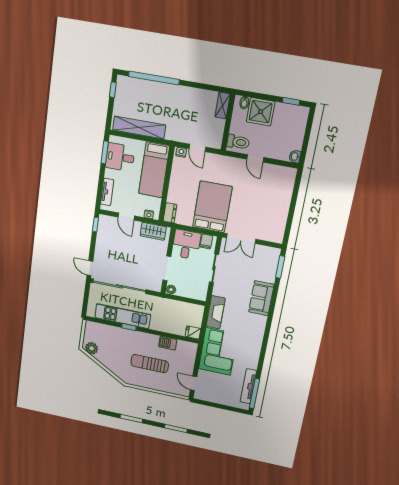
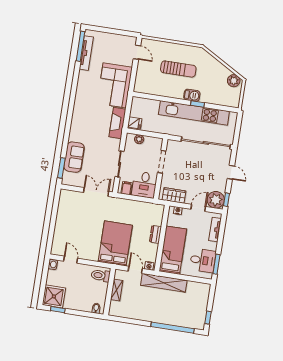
shelving: (223, 105) -> (117, 290), moved
shower: (261, 112) -> (54, 296), moved
shelving: (139, 128) -> (164, 283), moved
door: (255, 158) -> (71, 260), moved
bed: (212, 207) -> (115, 243), moved, turned 180
dresser: (170, 213) -> (155, 234), moved
door: (126, 217) -> (198, 208), hinge flipped
plant: (107, 225) -> (216, 200), added
door: (90, 268) -> (231, 172), moved
plant: (171, 290) -> (139, 139), moved
sofa: (261, 298) -> (74, 157), moved
kitchen unit: (123, 316) -> (194, 113), width x1.36
fridge: (193, 332) -> (135, 123), moved
barbecue: (168, 343) -> (192, 95), moved

